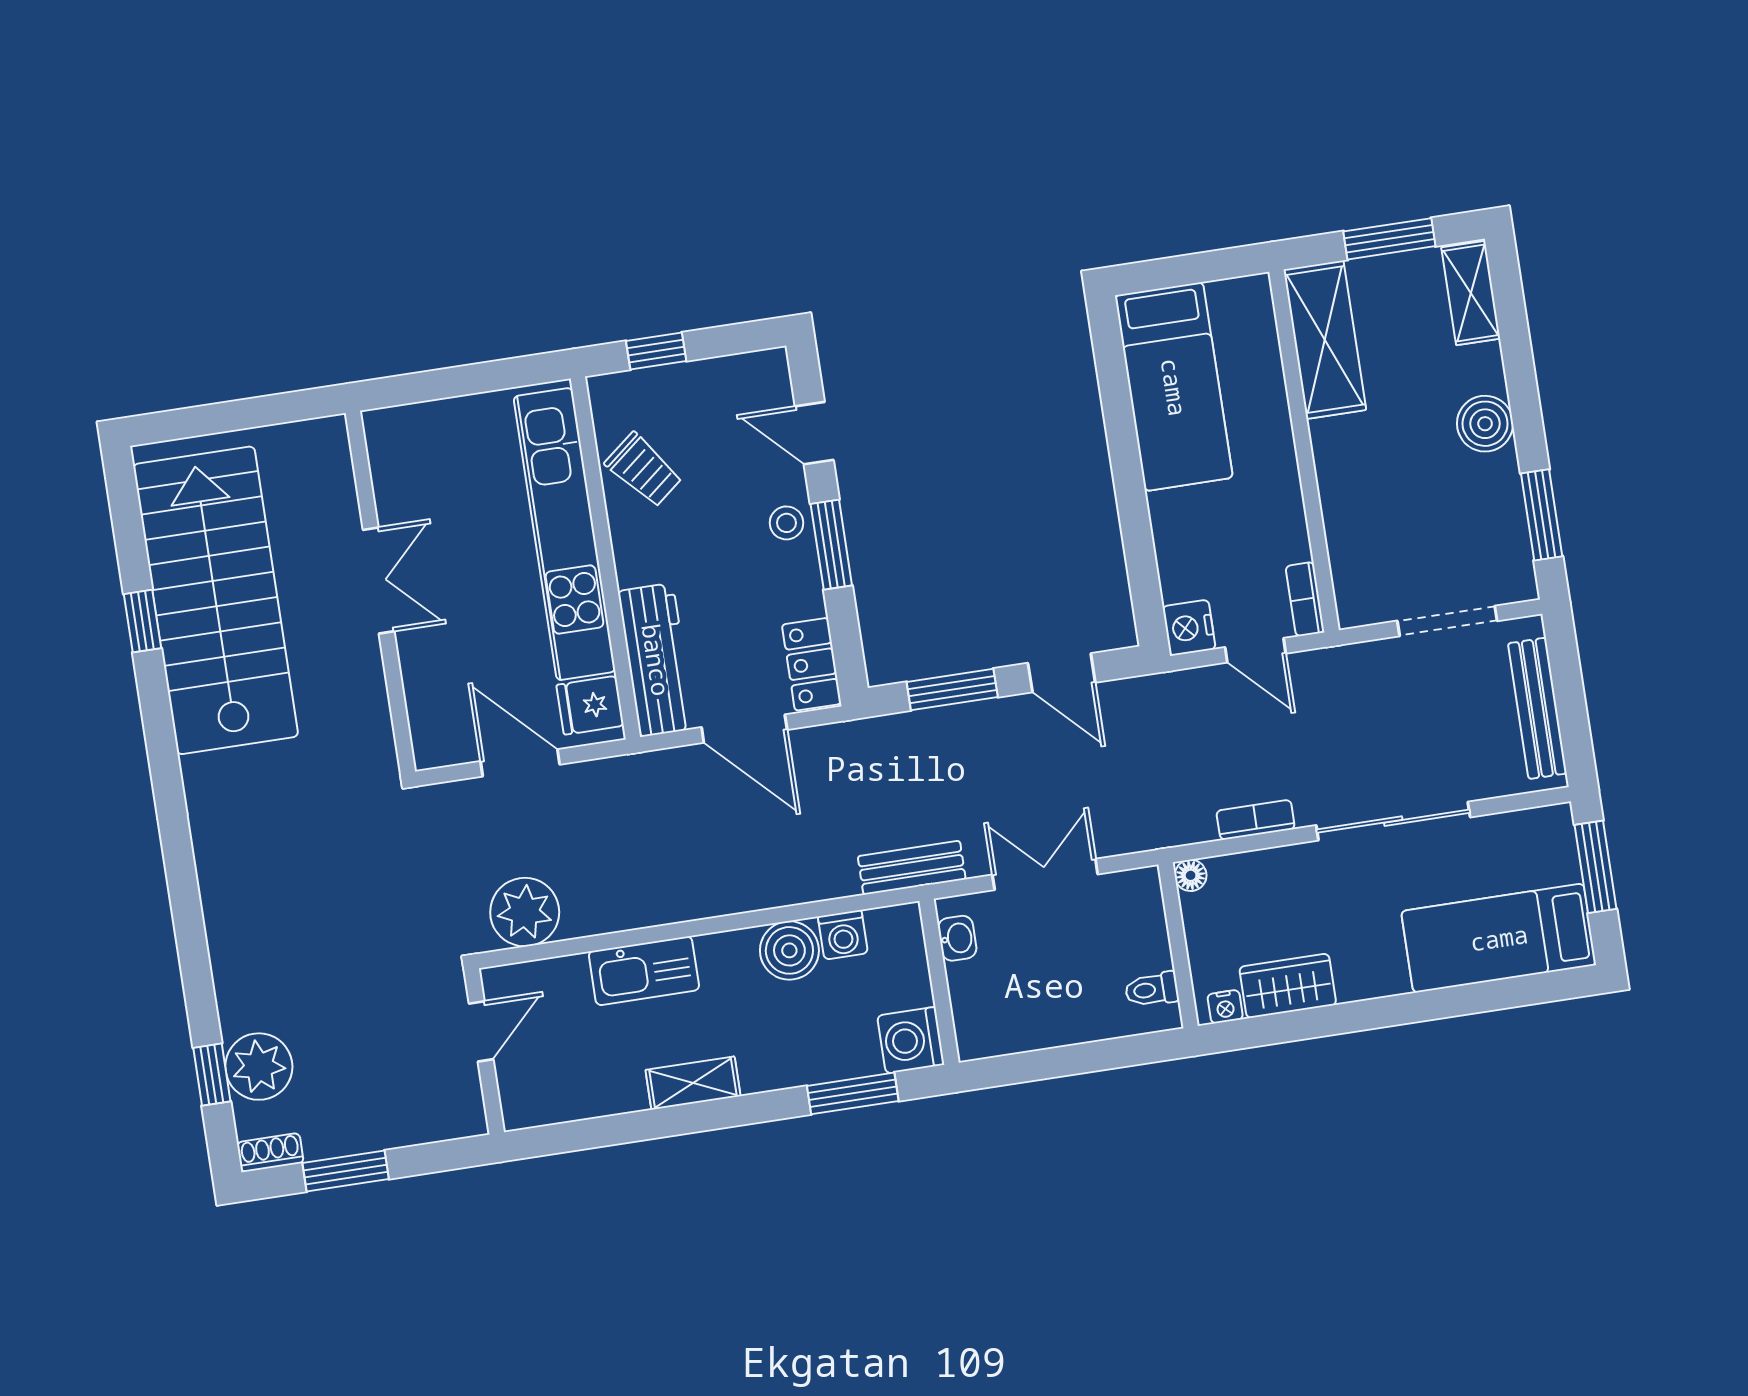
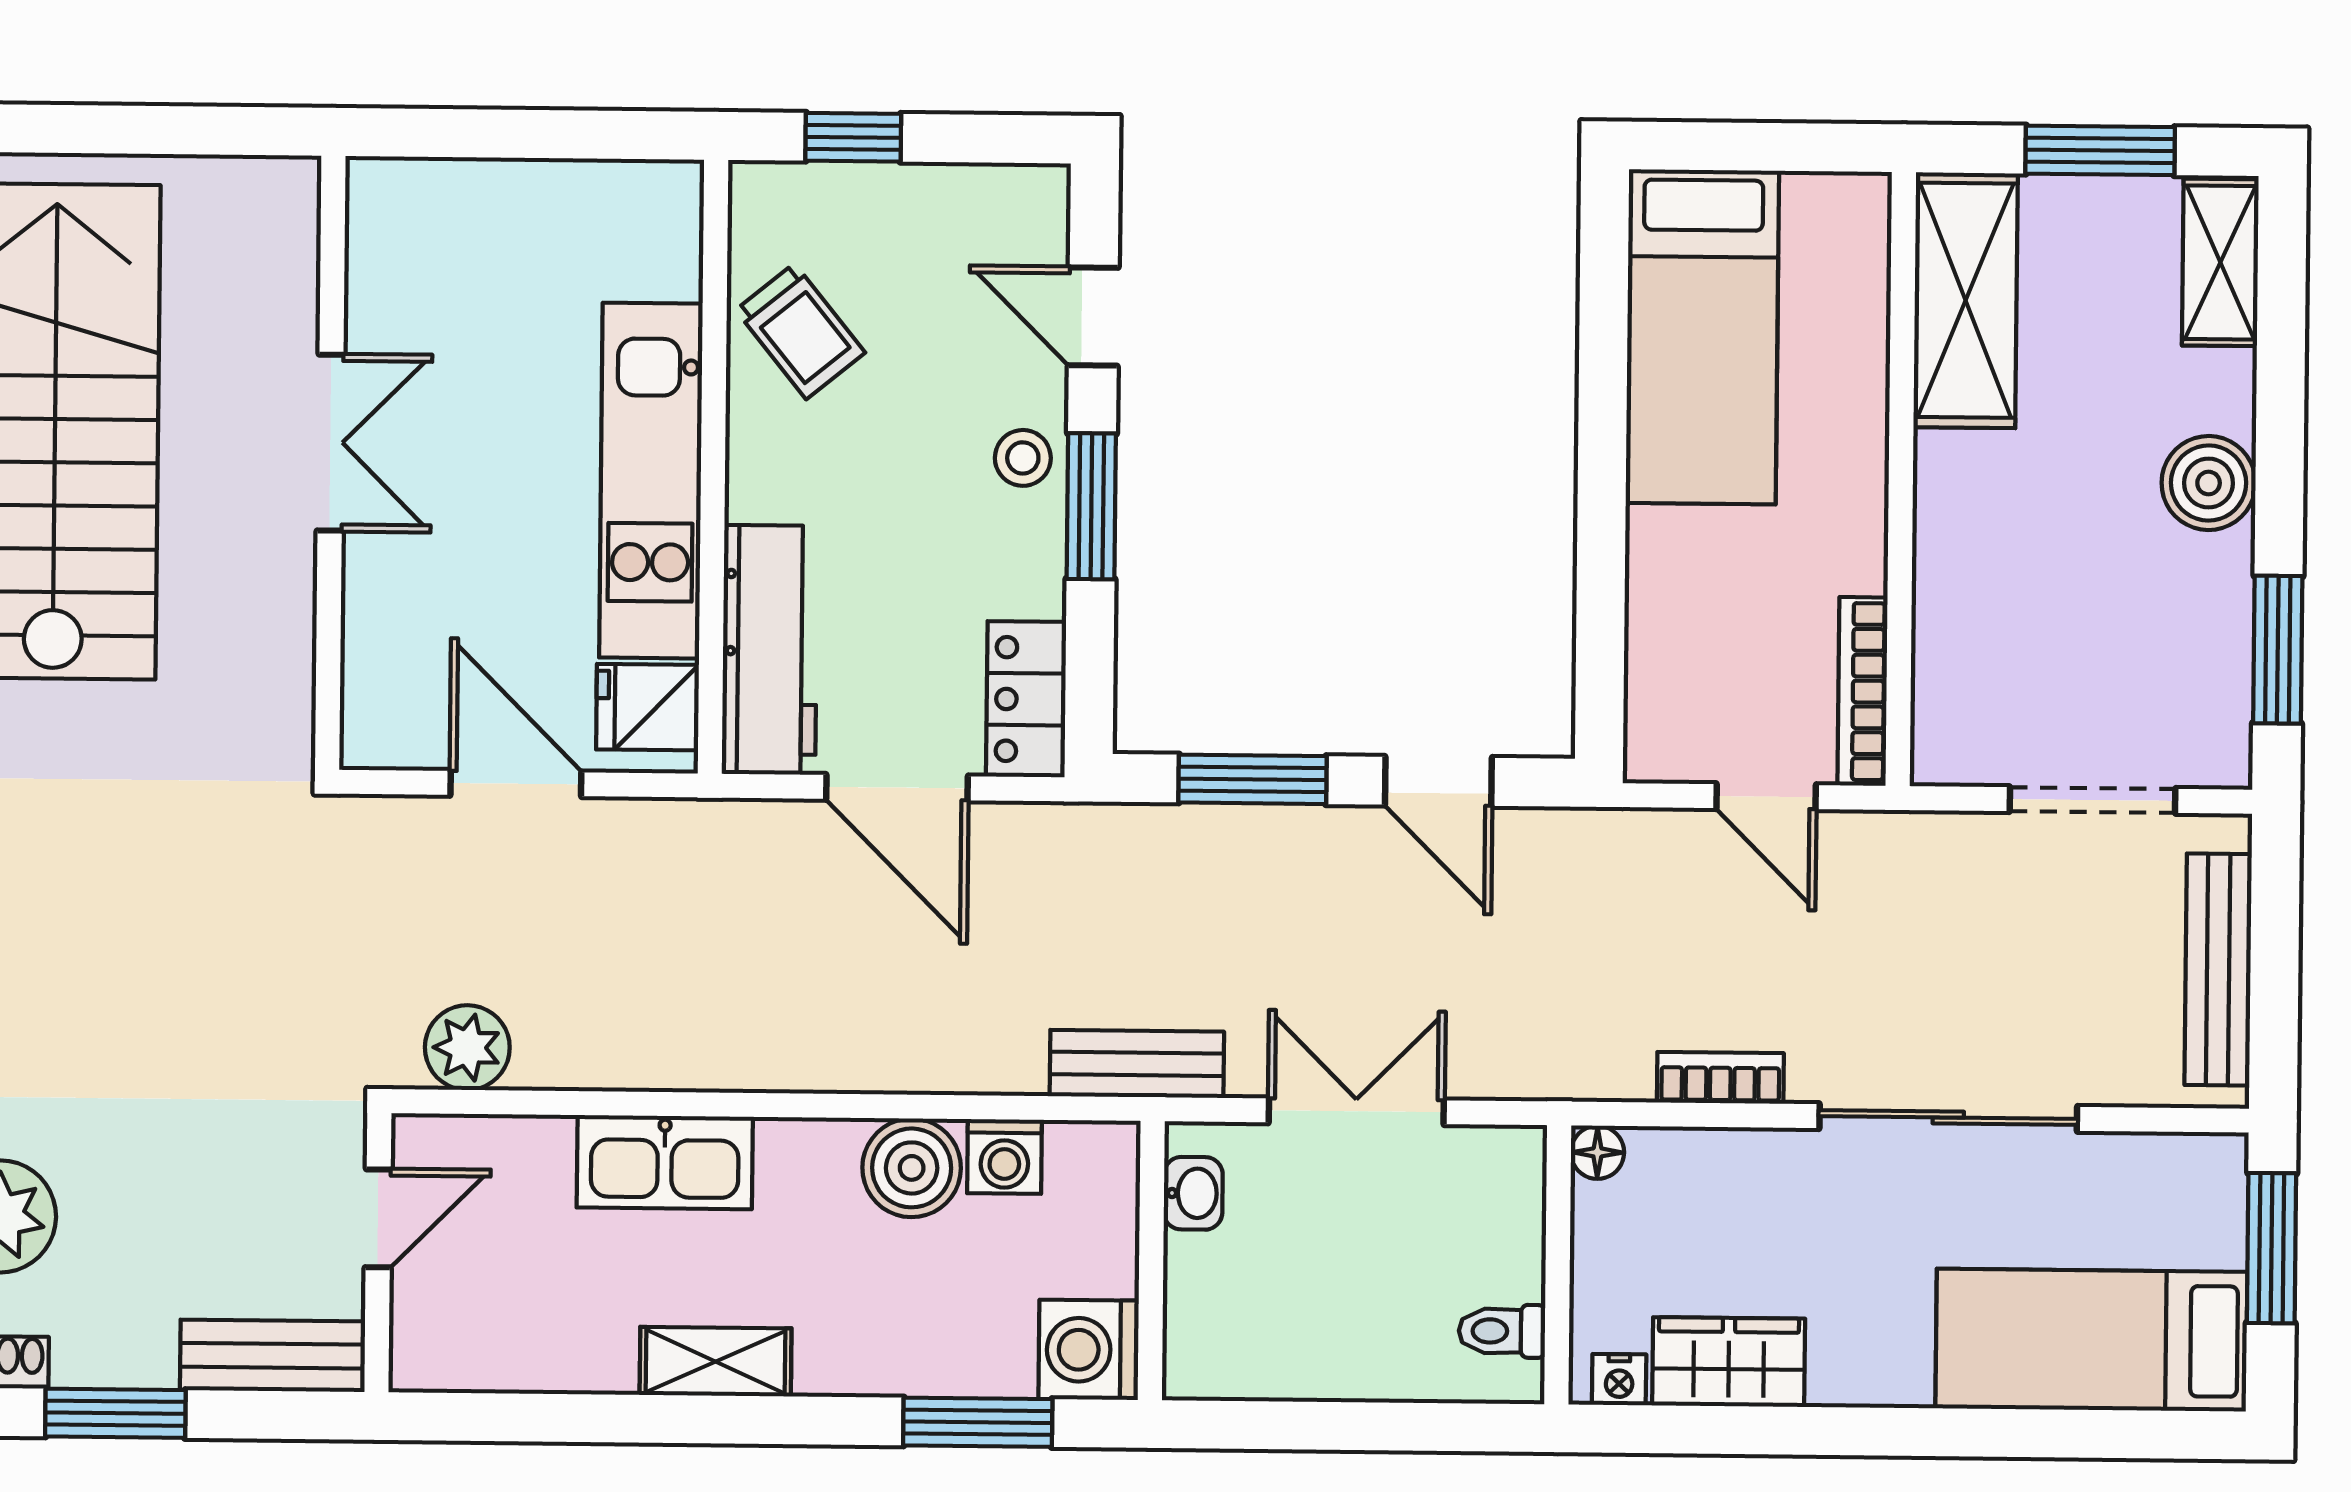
kitchen unit: (564, 534) -> (651, 481), width x0.73
bookcase: (1305, 599) -> (1863, 691), width x1.56
nightstand: (1189, 628) -> (1662, 741), removed
plant: (525, 912) -> (467, 1048), width x0.73, depth x0.73
bench: (432, 1122) -> (273, 1356), added

